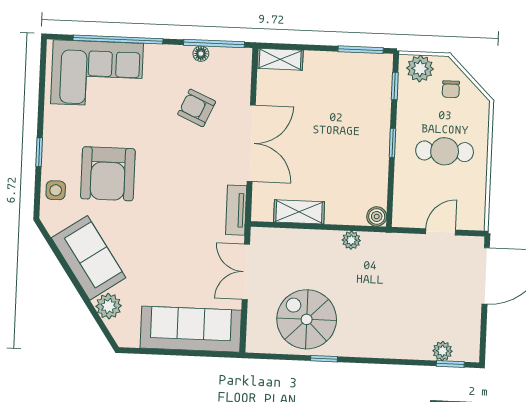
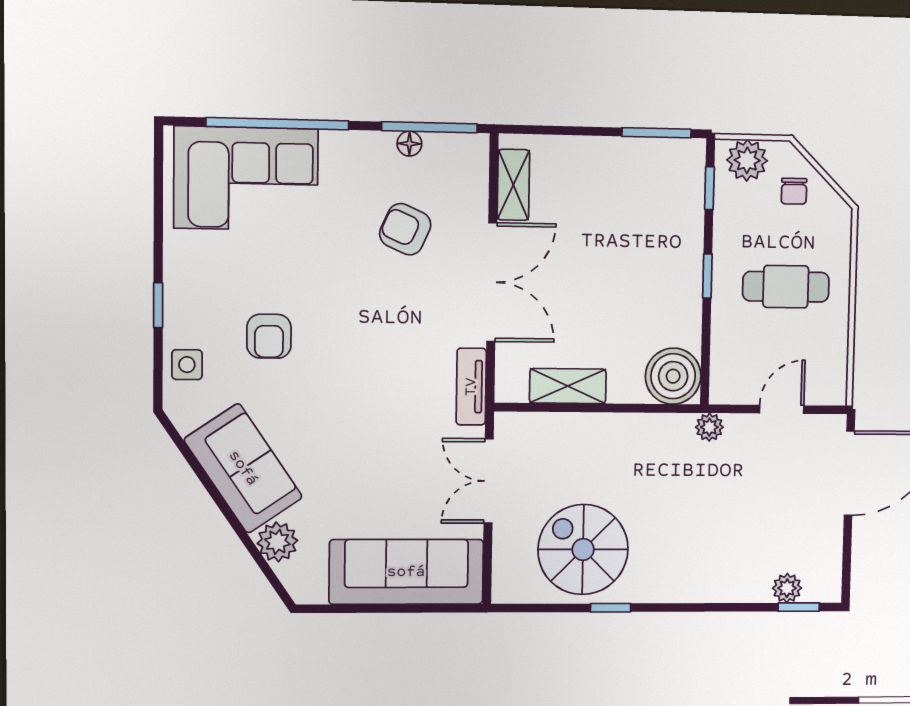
shelving: (280, 59) -> (513, 185), moved, turned 90
armchair: (108, 174) -> (269, 336), width x0.53, depth x0.53
boiler: (377, 216) -> (673, 376), width x1.86, depth x1.86
plant: (351, 240) -> (709, 427), moved

